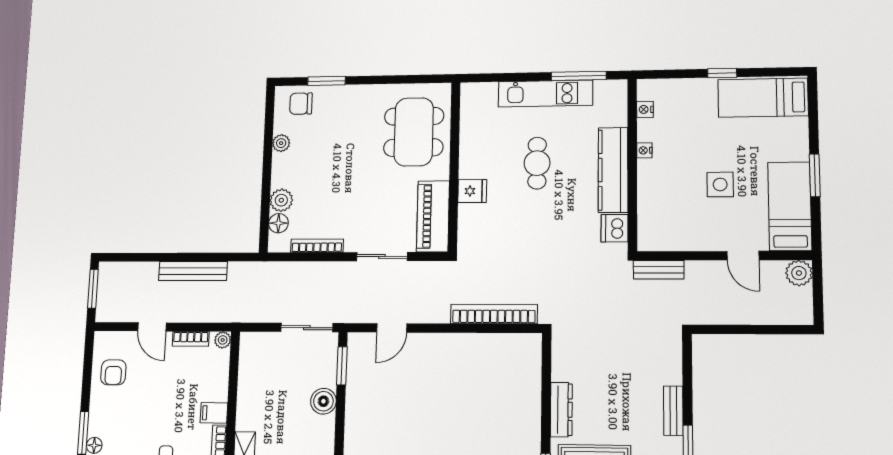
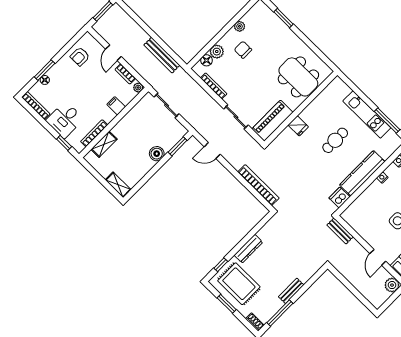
chair: (301, 104) -> (243, 50), moved
dining table: (414, 132) -> (298, 77), turned 90
bench: (193, 271) -> (162, 55), moved
sliding door: (307, 328) -> (167, 105), moved
filing cabinet: (214, 413) -> (116, 106), moved

